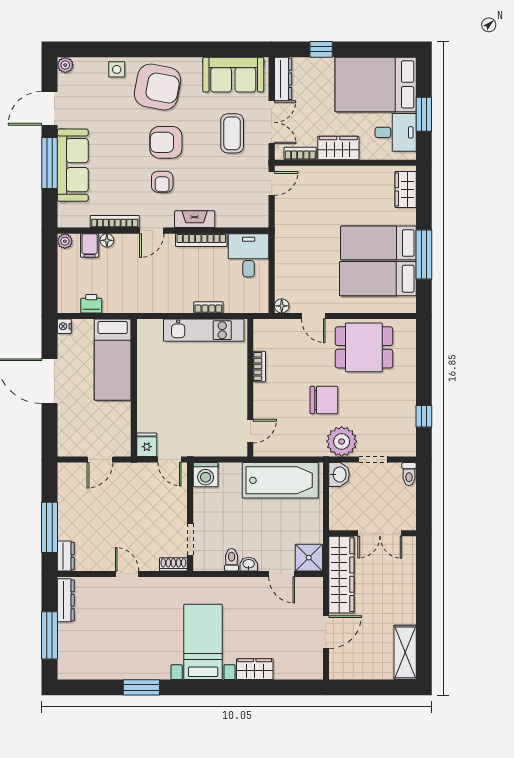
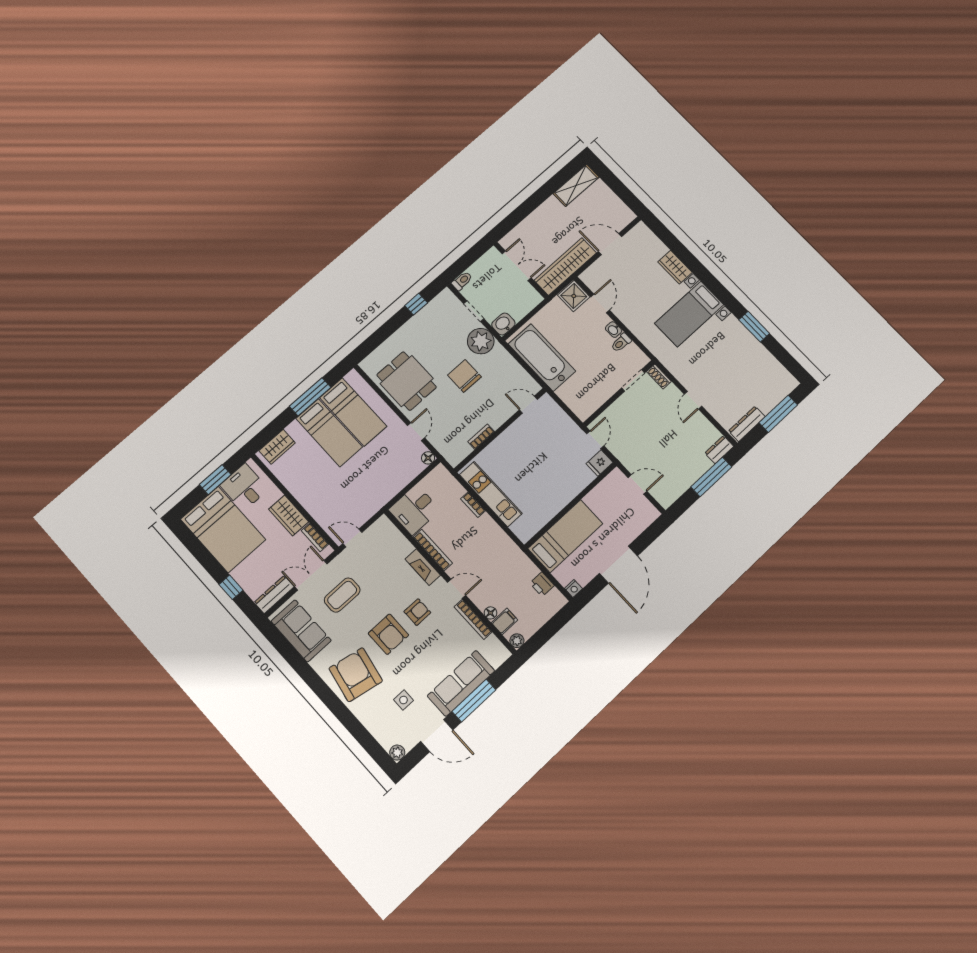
side table: (117, 69) -> (403, 700), moved
washing machine: (206, 475) -> (583, 408), removed

